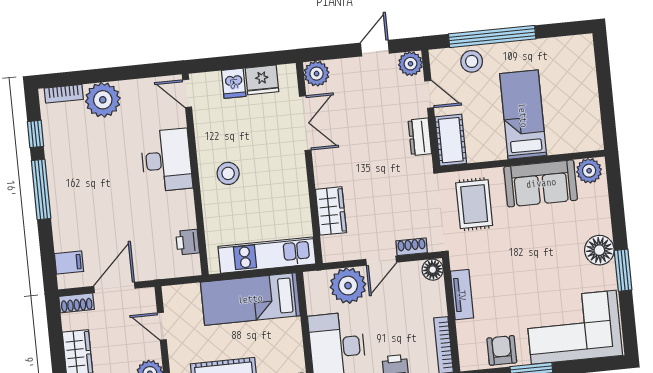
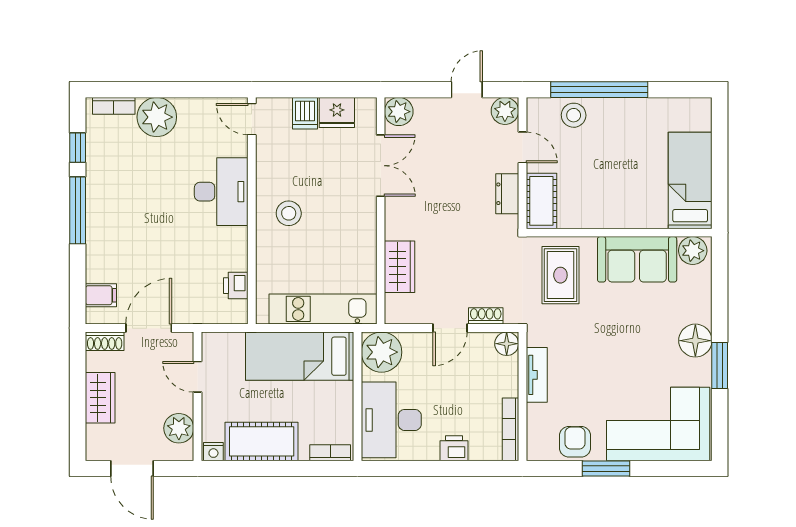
bed: (523, 115) -> (690, 180), moved
plant: (348, 286) -> (382, 352), moved

